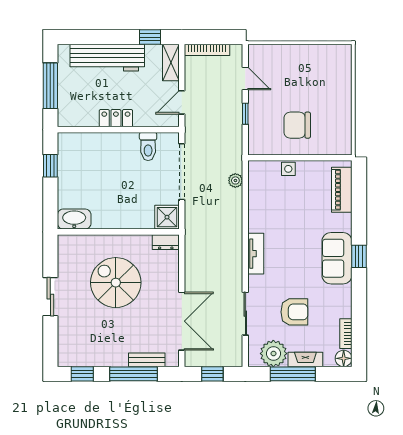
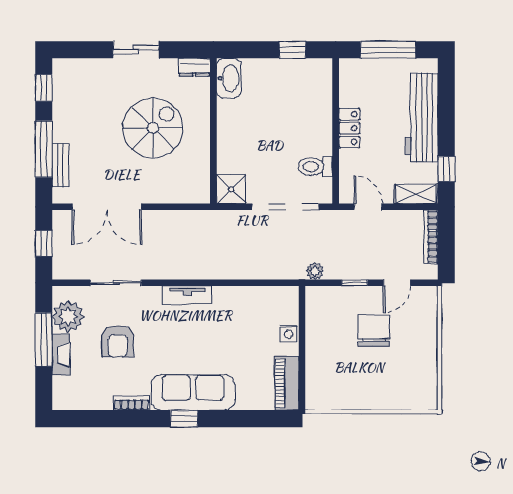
chair: (297, 125) -> (374, 331), moved
plant: (235, 180) -> (315, 271), moved
piano: (342, 190) -> (287, 383), moved, turned -90
dresser: (166, 242) -> (194, 67), moved, turned -90
sofa: (337, 258) -> (193, 392), width x1.36
bookcase: (346, 334) -> (131, 403), moved
floor lamp: (344, 358) -> (62, 400), removed

